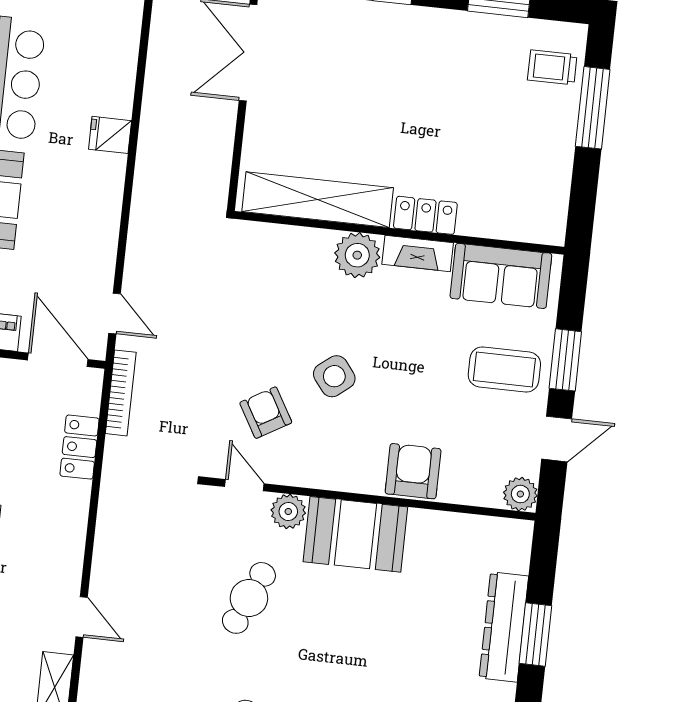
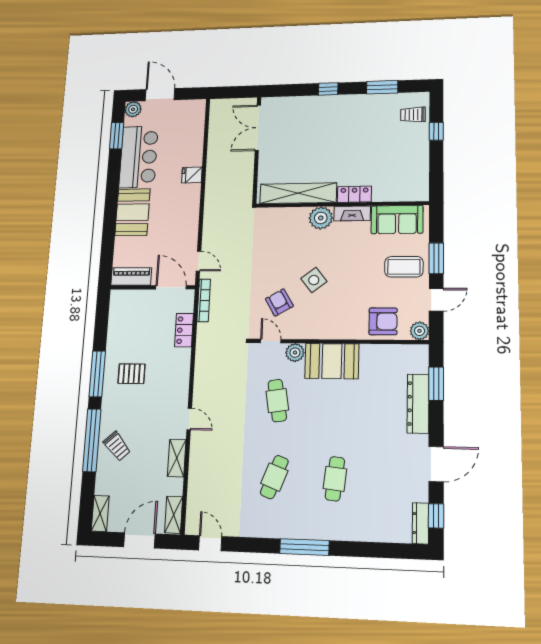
window: (593, 108) -> (436, 131), width x0.46
armchair: (413, 471) -> (383, 321), moved, turned 90
cafe table: (249, 598) -> (277, 401), turned -33
window: (535, 635) -> (436, 384), moved

